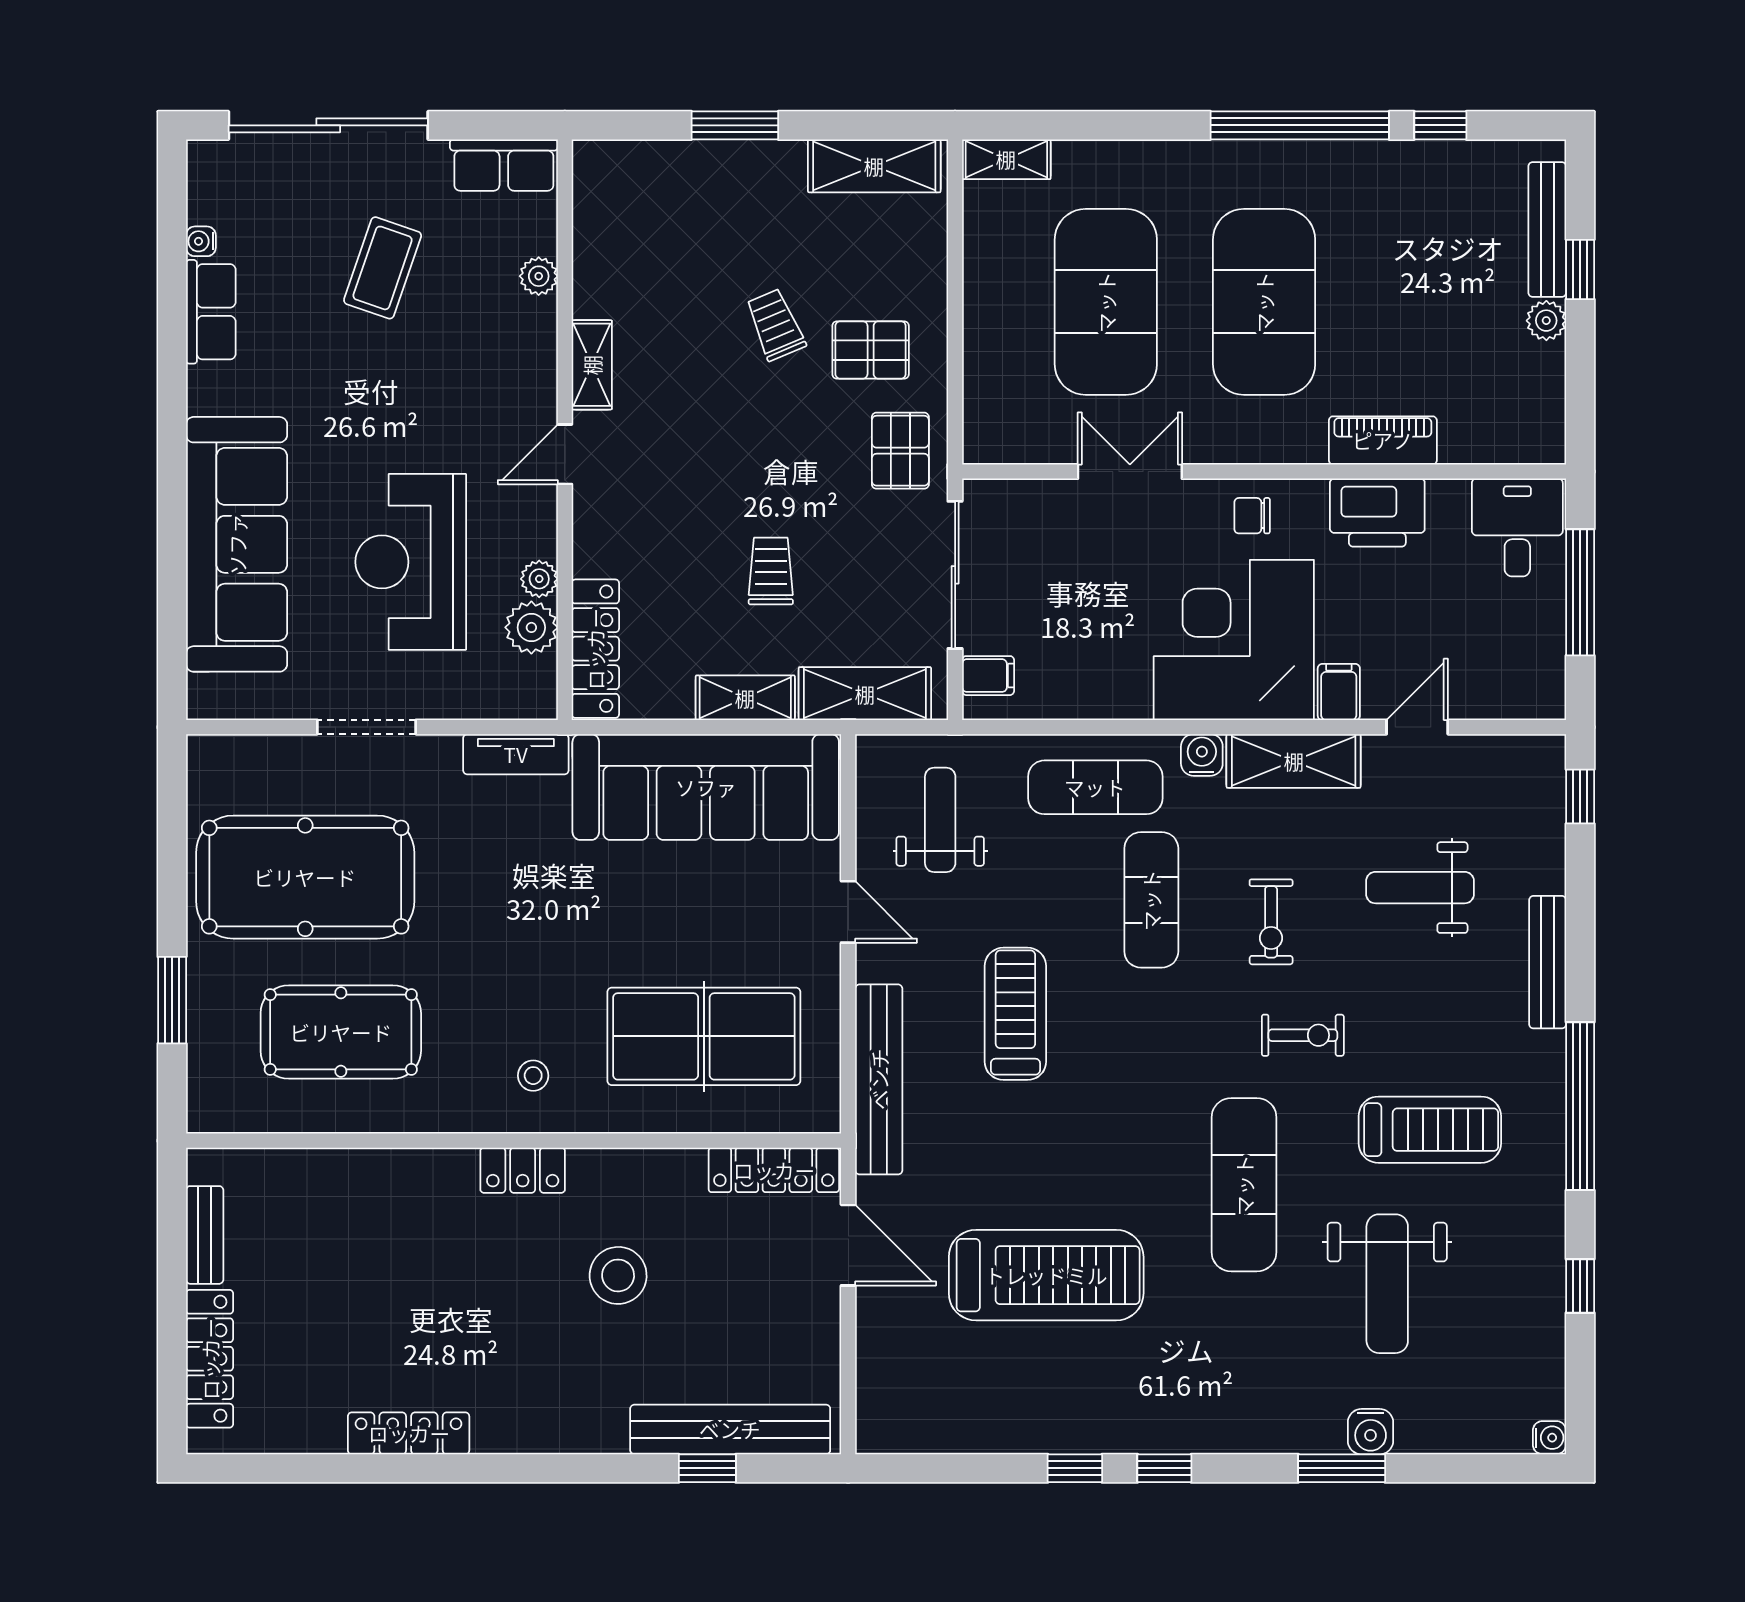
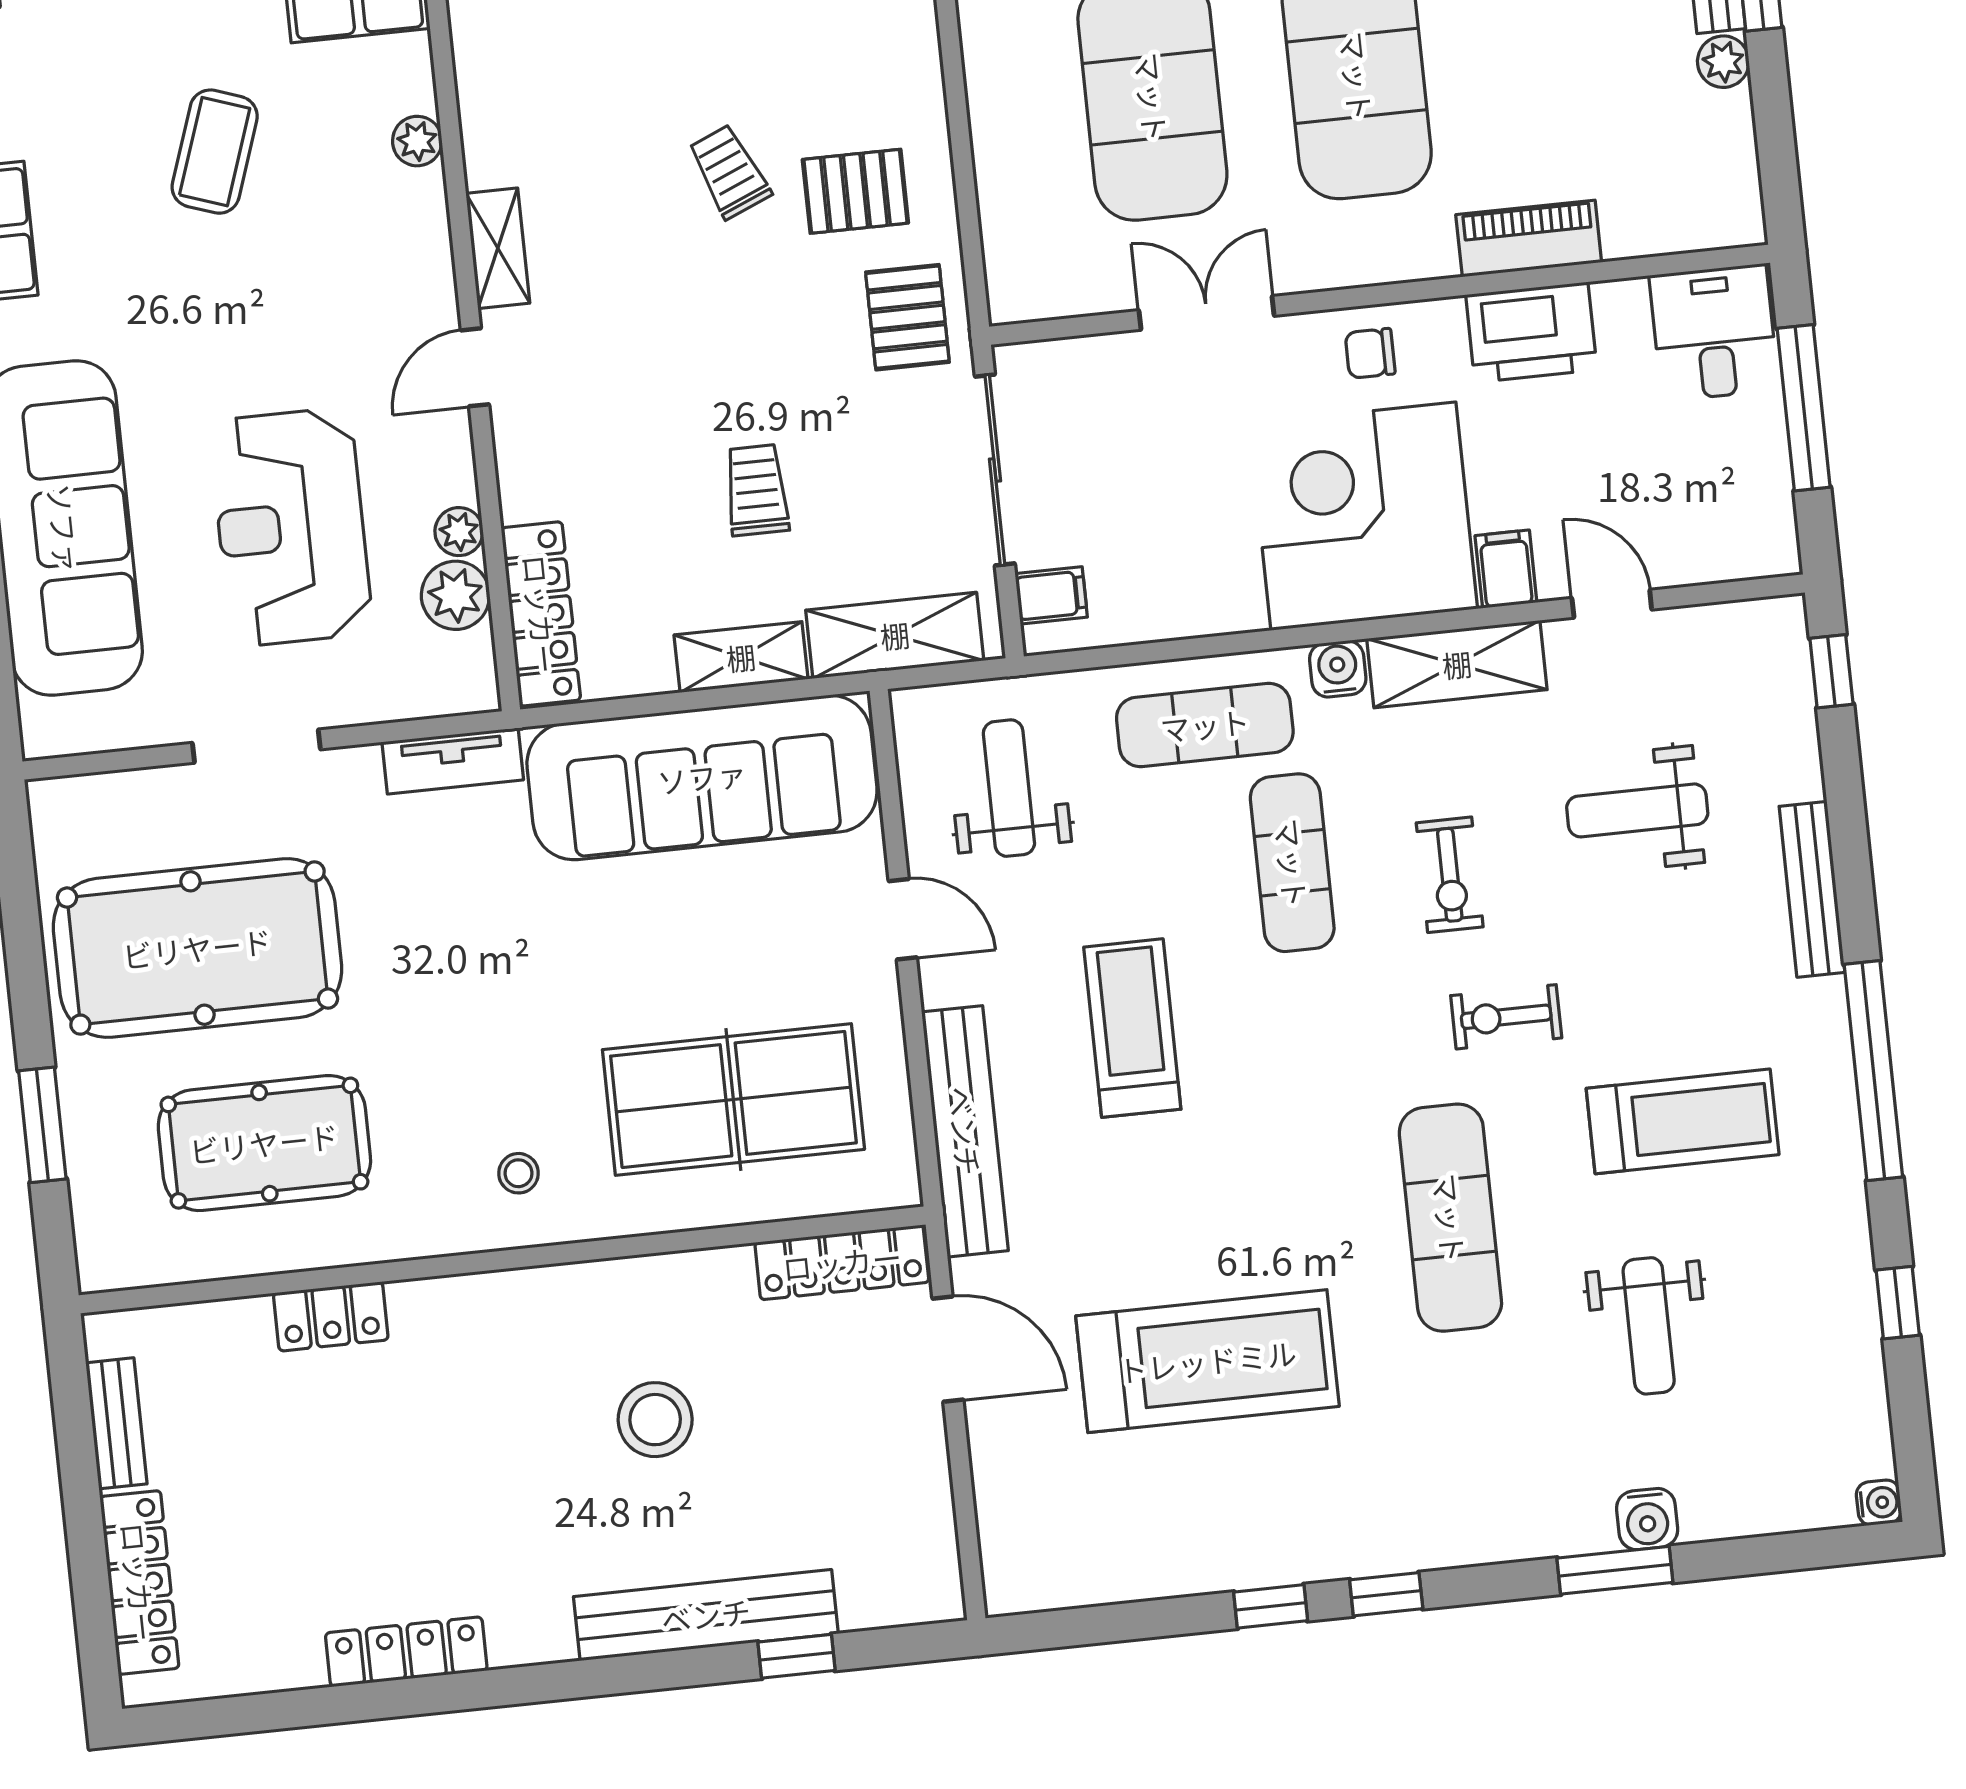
door: (1417, 727) -> (1612, 604), hinge flipped
exercise bike: (1303, 1035) -> (1506, 1017), turned 180
locker: (523, 1170) -> (331, 1316), moved
weight bench: (1387, 1284) -> (1649, 1326), width x0.73, depth x0.75
bench: (730, 1429) -> (706, 1615), moved

